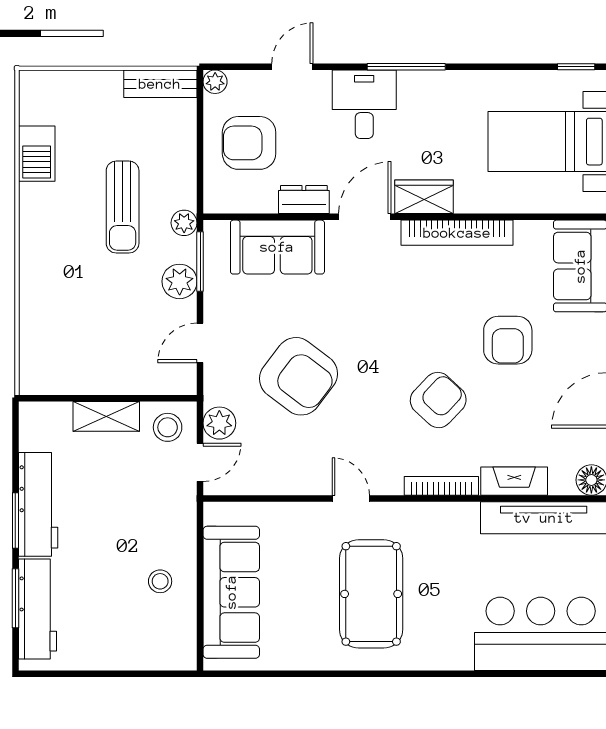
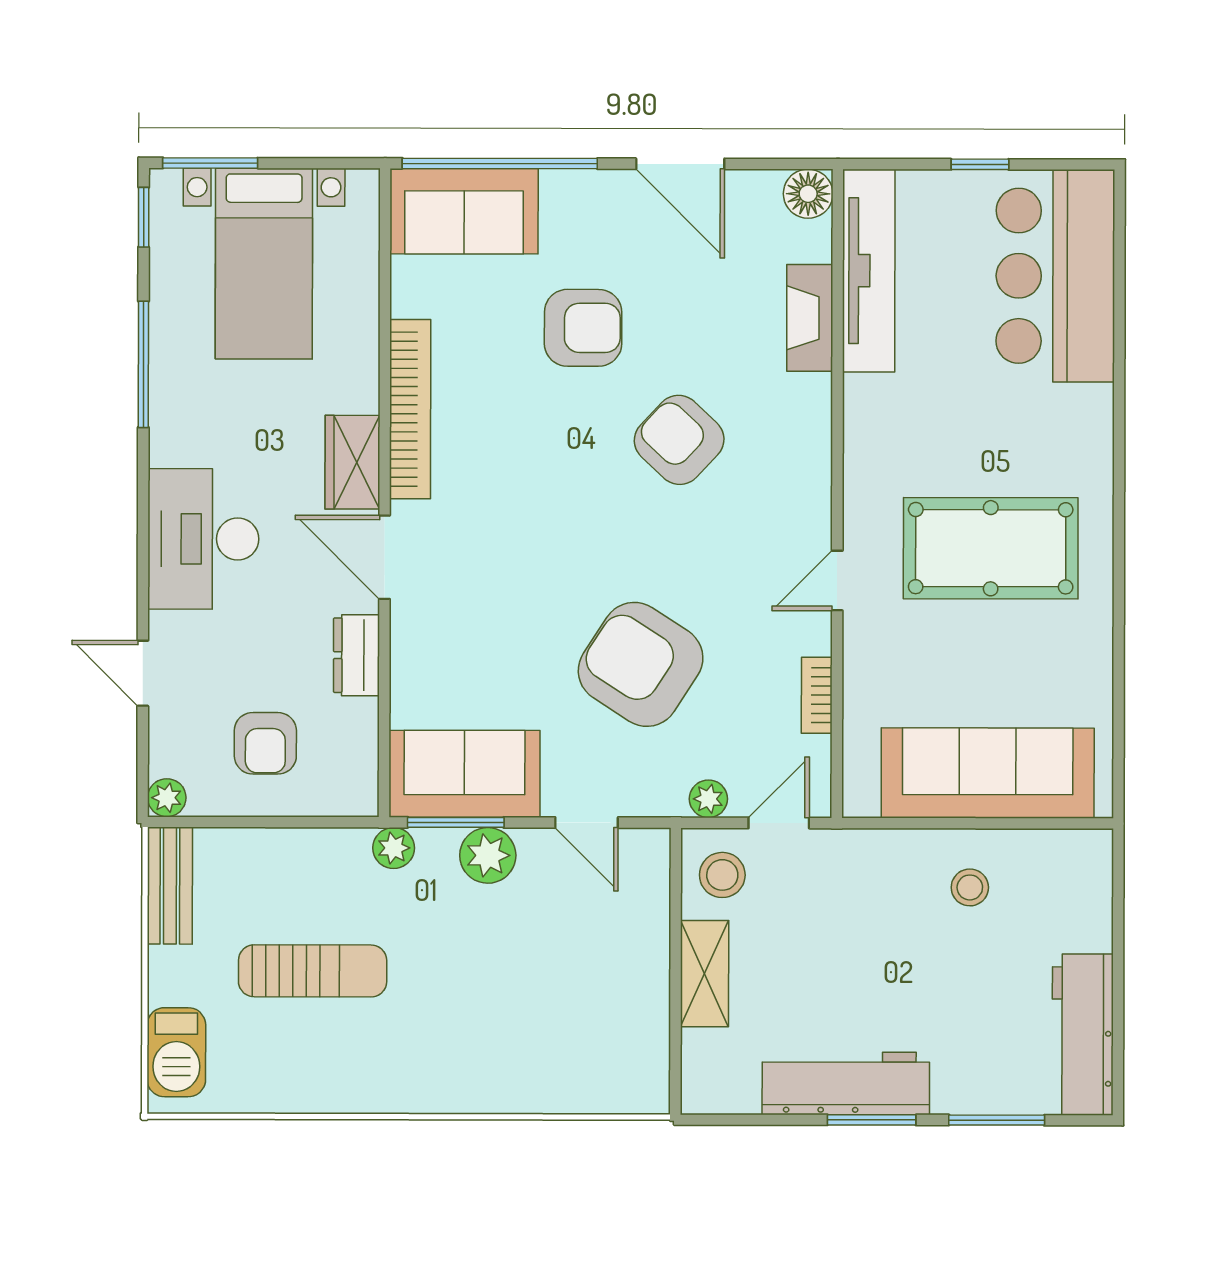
window: (406, 67) -> (143, 364), moved
desk: (364, 104) -> (203, 539), width x1.37
armchair: (249, 143) -> (265, 743), width x0.72, depth x0.72
barbecue: (37, 154) -> (176, 1052), moved, turned 90
sun lounger: (123, 207) -> (313, 971), moved
sofa: (277, 247) -> (464, 774), moved, turned -90
armchair: (299, 376) -> (641, 664), turned -94
plant: (219, 423) -> (708, 799), width x0.73, depth x0.73
door: (200, 462) -> (779, 823), hinge flipped
bookcase: (441, 486) -> (817, 695), moved, width x0.64
workbench: (37, 609) -> (1083, 1035), moved, turned -90

